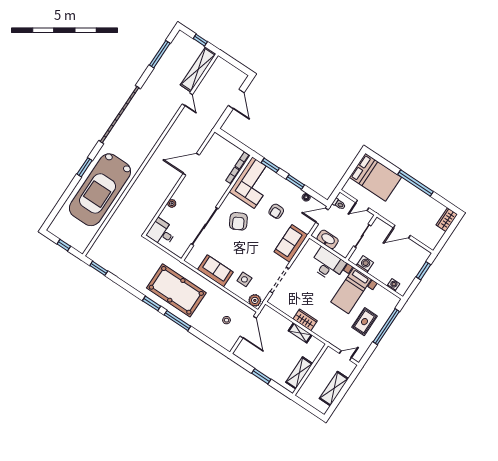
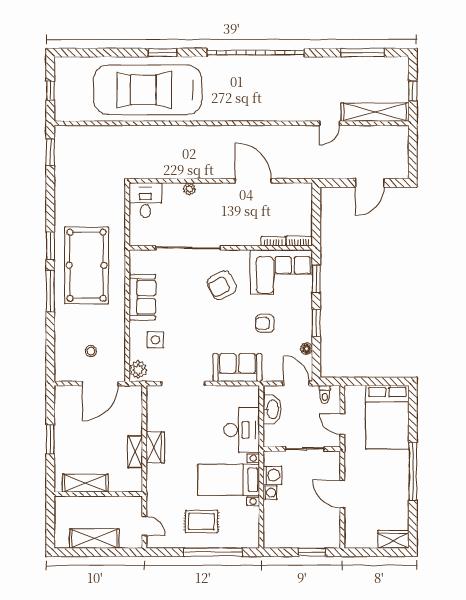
washing machine: (393, 285) -> (270, 493), moved

